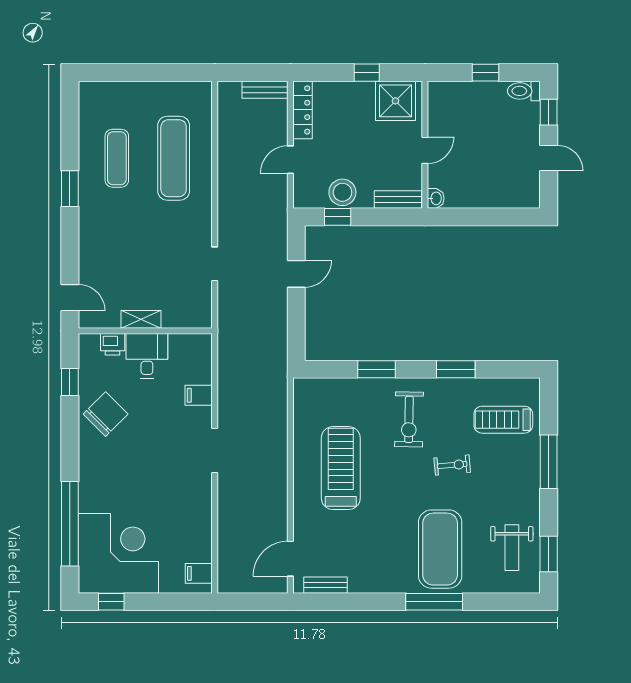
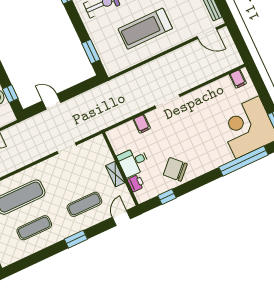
window: (70, 189) -> (76, 239), moved
exercise mat: (117, 251) -> (84, 204), added
window: (377, 369) -> (91, 52), moved

